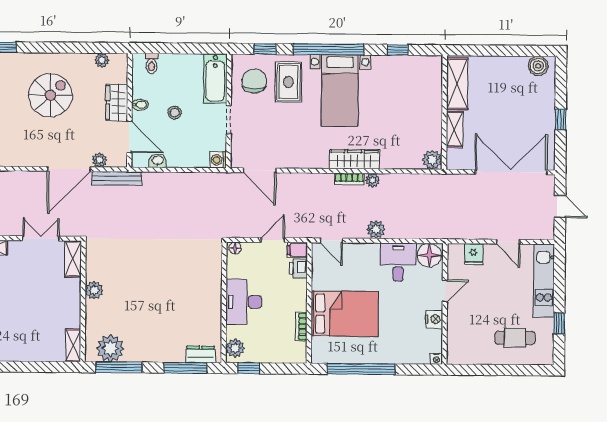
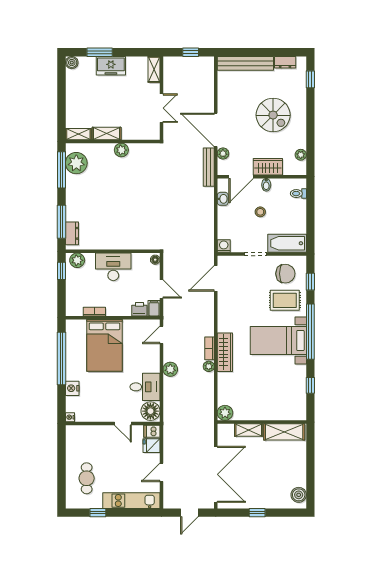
dishwasher: (455, 254) -> (152, 431), added
shelving: (73, 259) -> (107, 133), moved
nightstand: (434, 319) -> (72, 388), moved, turned 90

